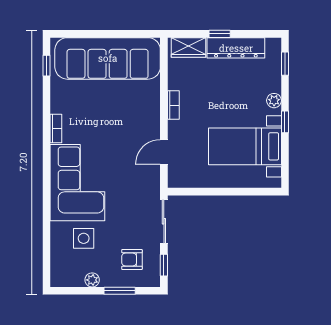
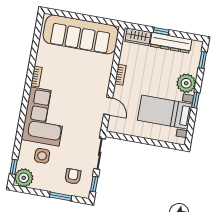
window: (46, 66) -> (14, 167), moved
plant: (274, 101) -> (186, 83), width x1.88, depth x1.88
door: (164, 152) -> (108, 106), swing flipped
armchair: (132, 260) -> (73, 176), turned 90
plant: (92, 280) -> (24, 178), moved, width x1.88, depth x1.88

